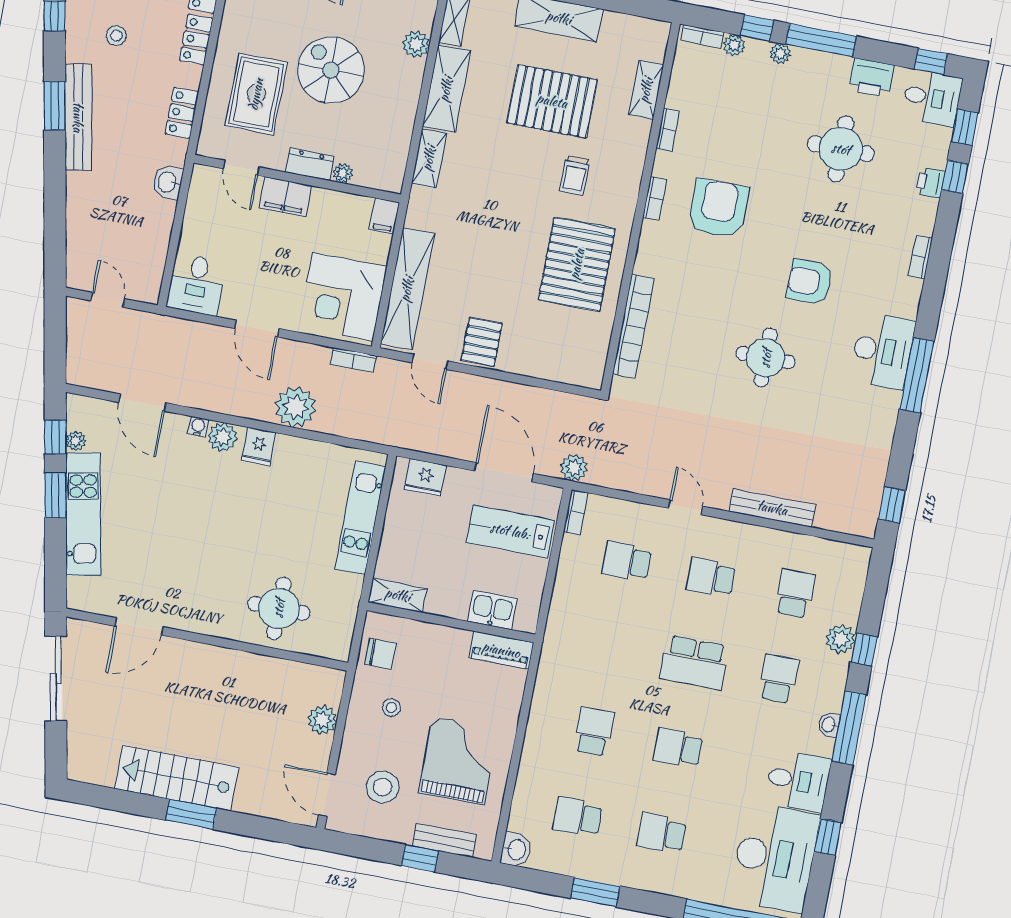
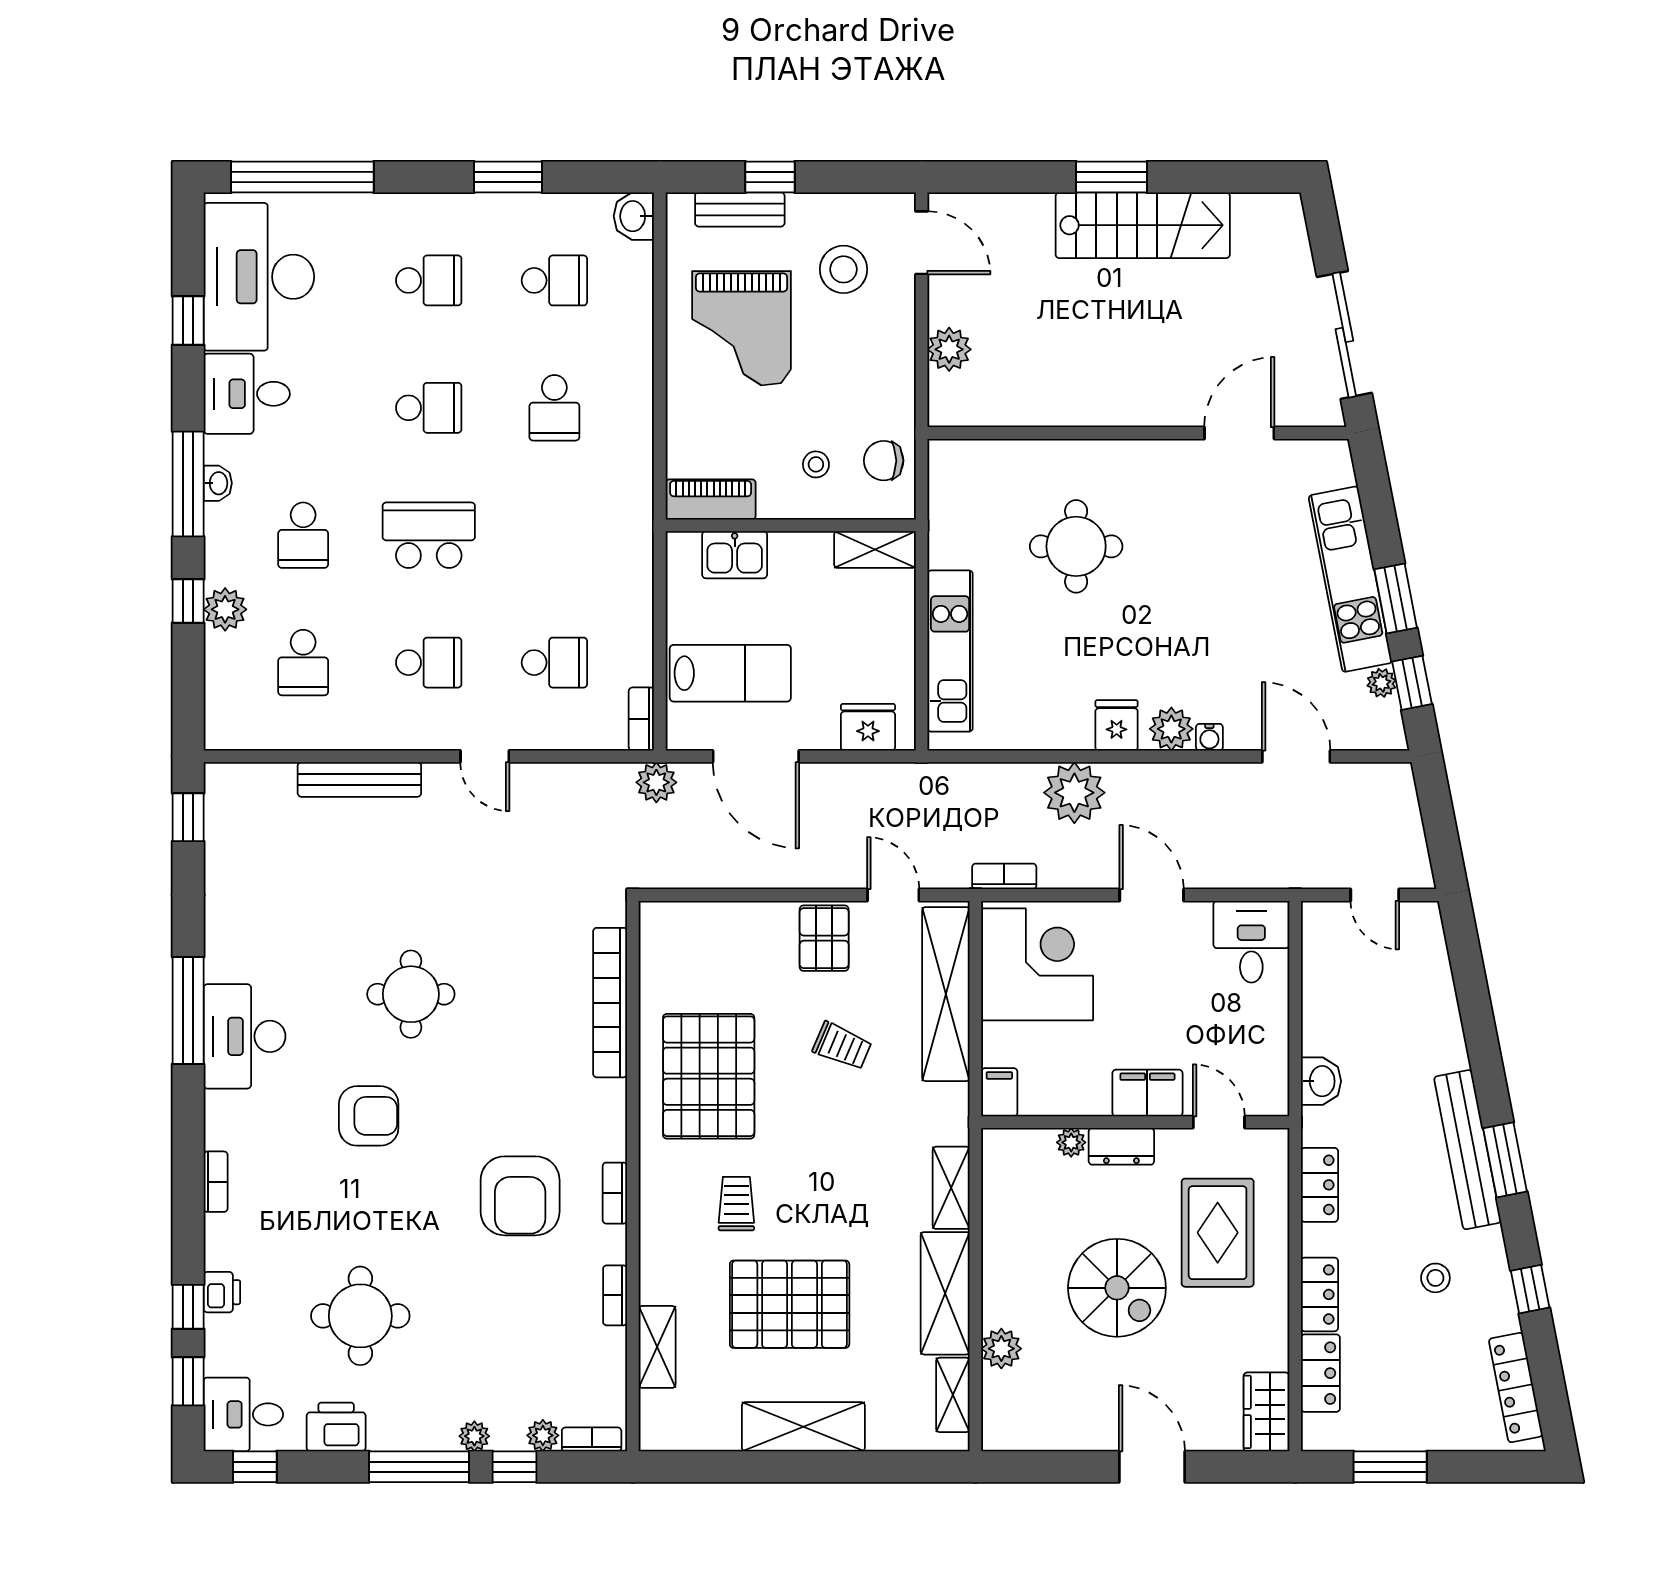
trolley: (484, 267) -> (842, 1046), added
round table: (279, 608) -> (1076, 546), moved
stool: (391, 707) -> (816, 464), moved

